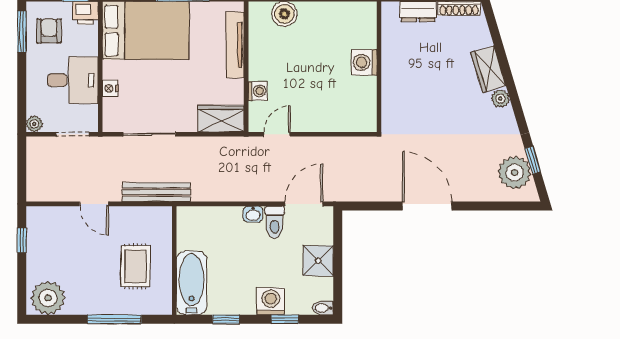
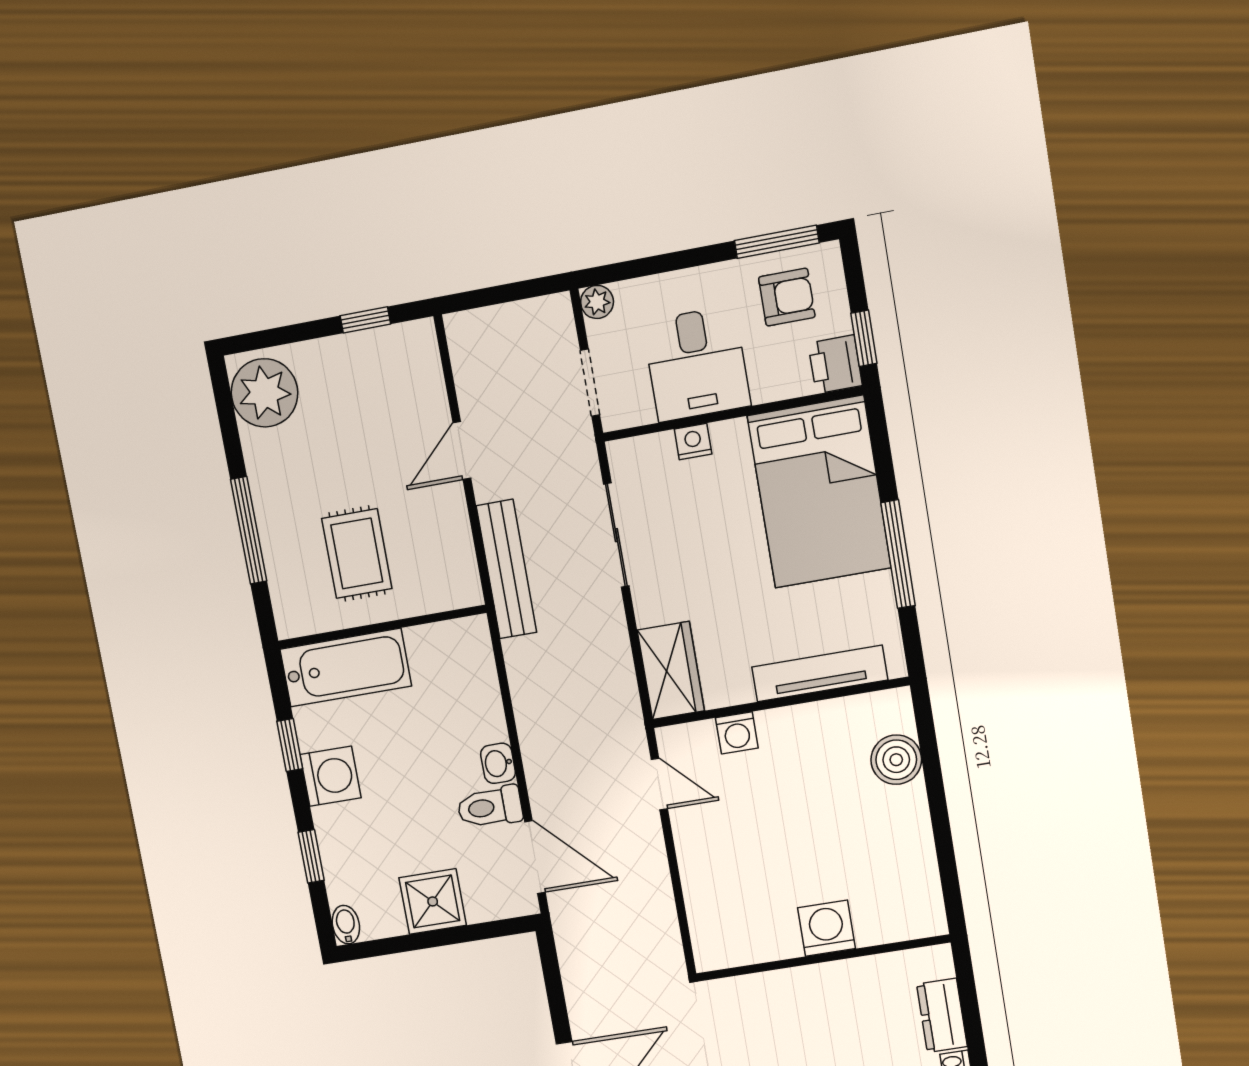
rug: (135, 266) -> (357, 553), turned 90
washing machine: (271, 301) -> (331, 776), moved

